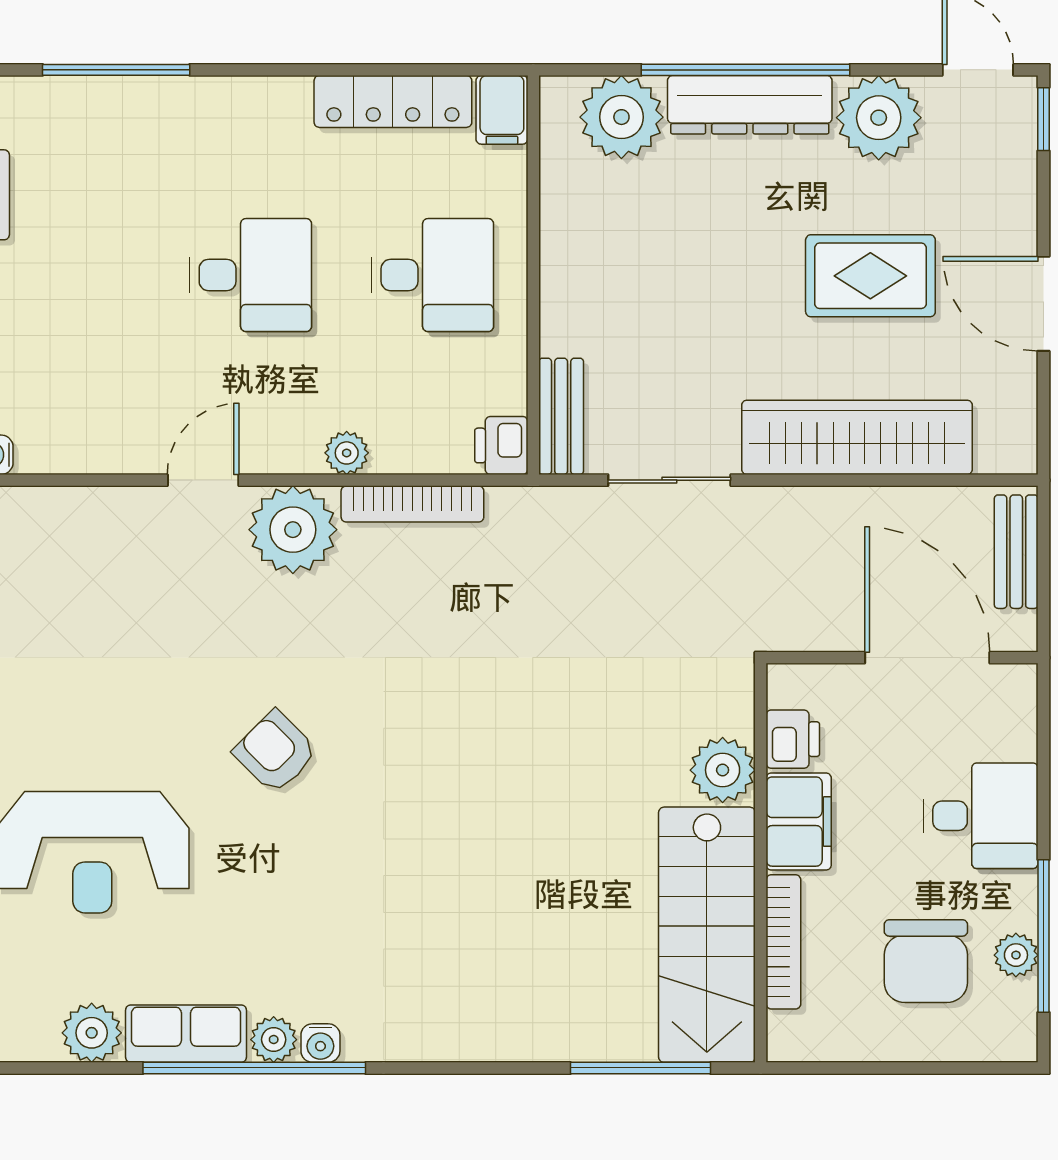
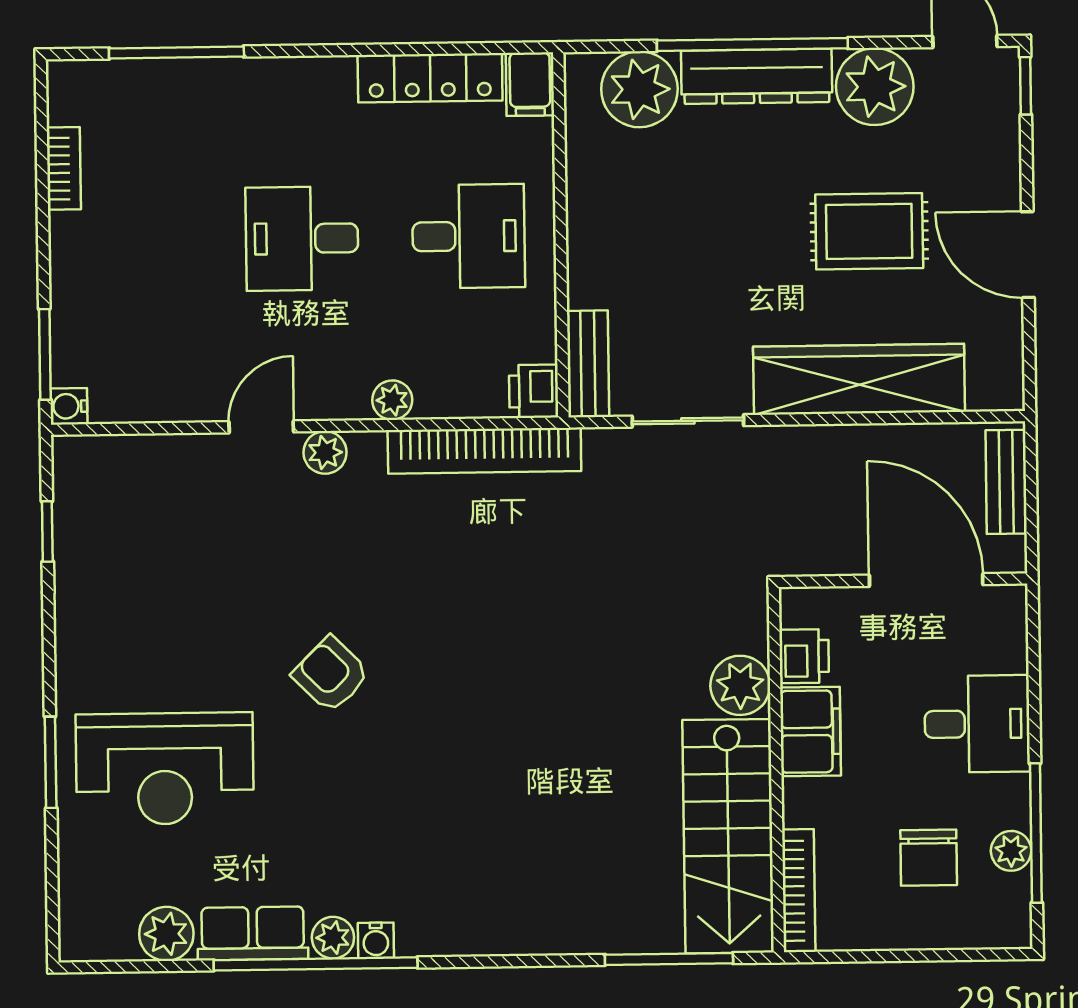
desk: (250, 275) -> (302, 239), turned 180
bookcase: (412, 504) -> (484, 451), width x1.48, depth x1.31
plant: (293, 530) -> (325, 452), width x0.53, depth x0.53
bookcase: (783, 942) -> (799, 891), moved
chair: (926, 961) -> (929, 858), width x0.73, depth x0.73

